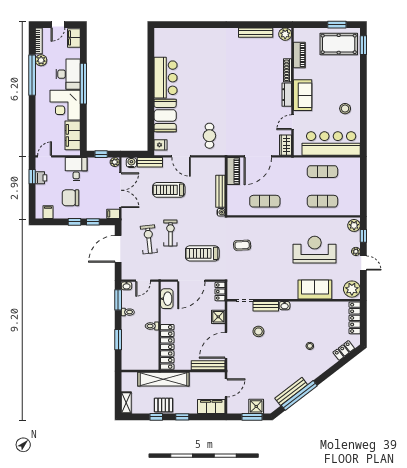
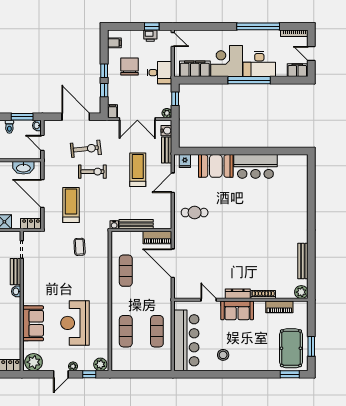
plant: (41, 60) -> (274, 36), removed
wardrobe: (286, 145) -> (185, 292), removed
reception desk: (315, 250) -> (75, 323), turned 180

